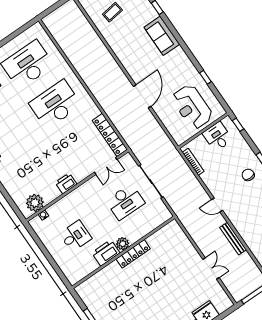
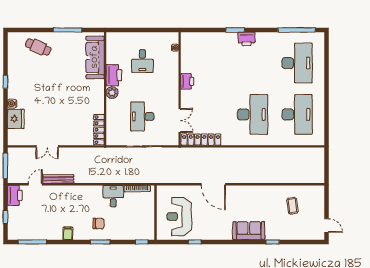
reception desk: (192, 107) -> (179, 216), turned -90
desk: (218, 137) -> (113, 196), moved, turned -90
double door: (106, 166) -> (180, 120), swing flipped
plant: (35, 203) -> (189, 48), removed
door: (217, 205) -> (35, 184), moved
locker: (133, 254) -> (99, 130), moved
sofa: (102, 281) -> (95, 57), added

